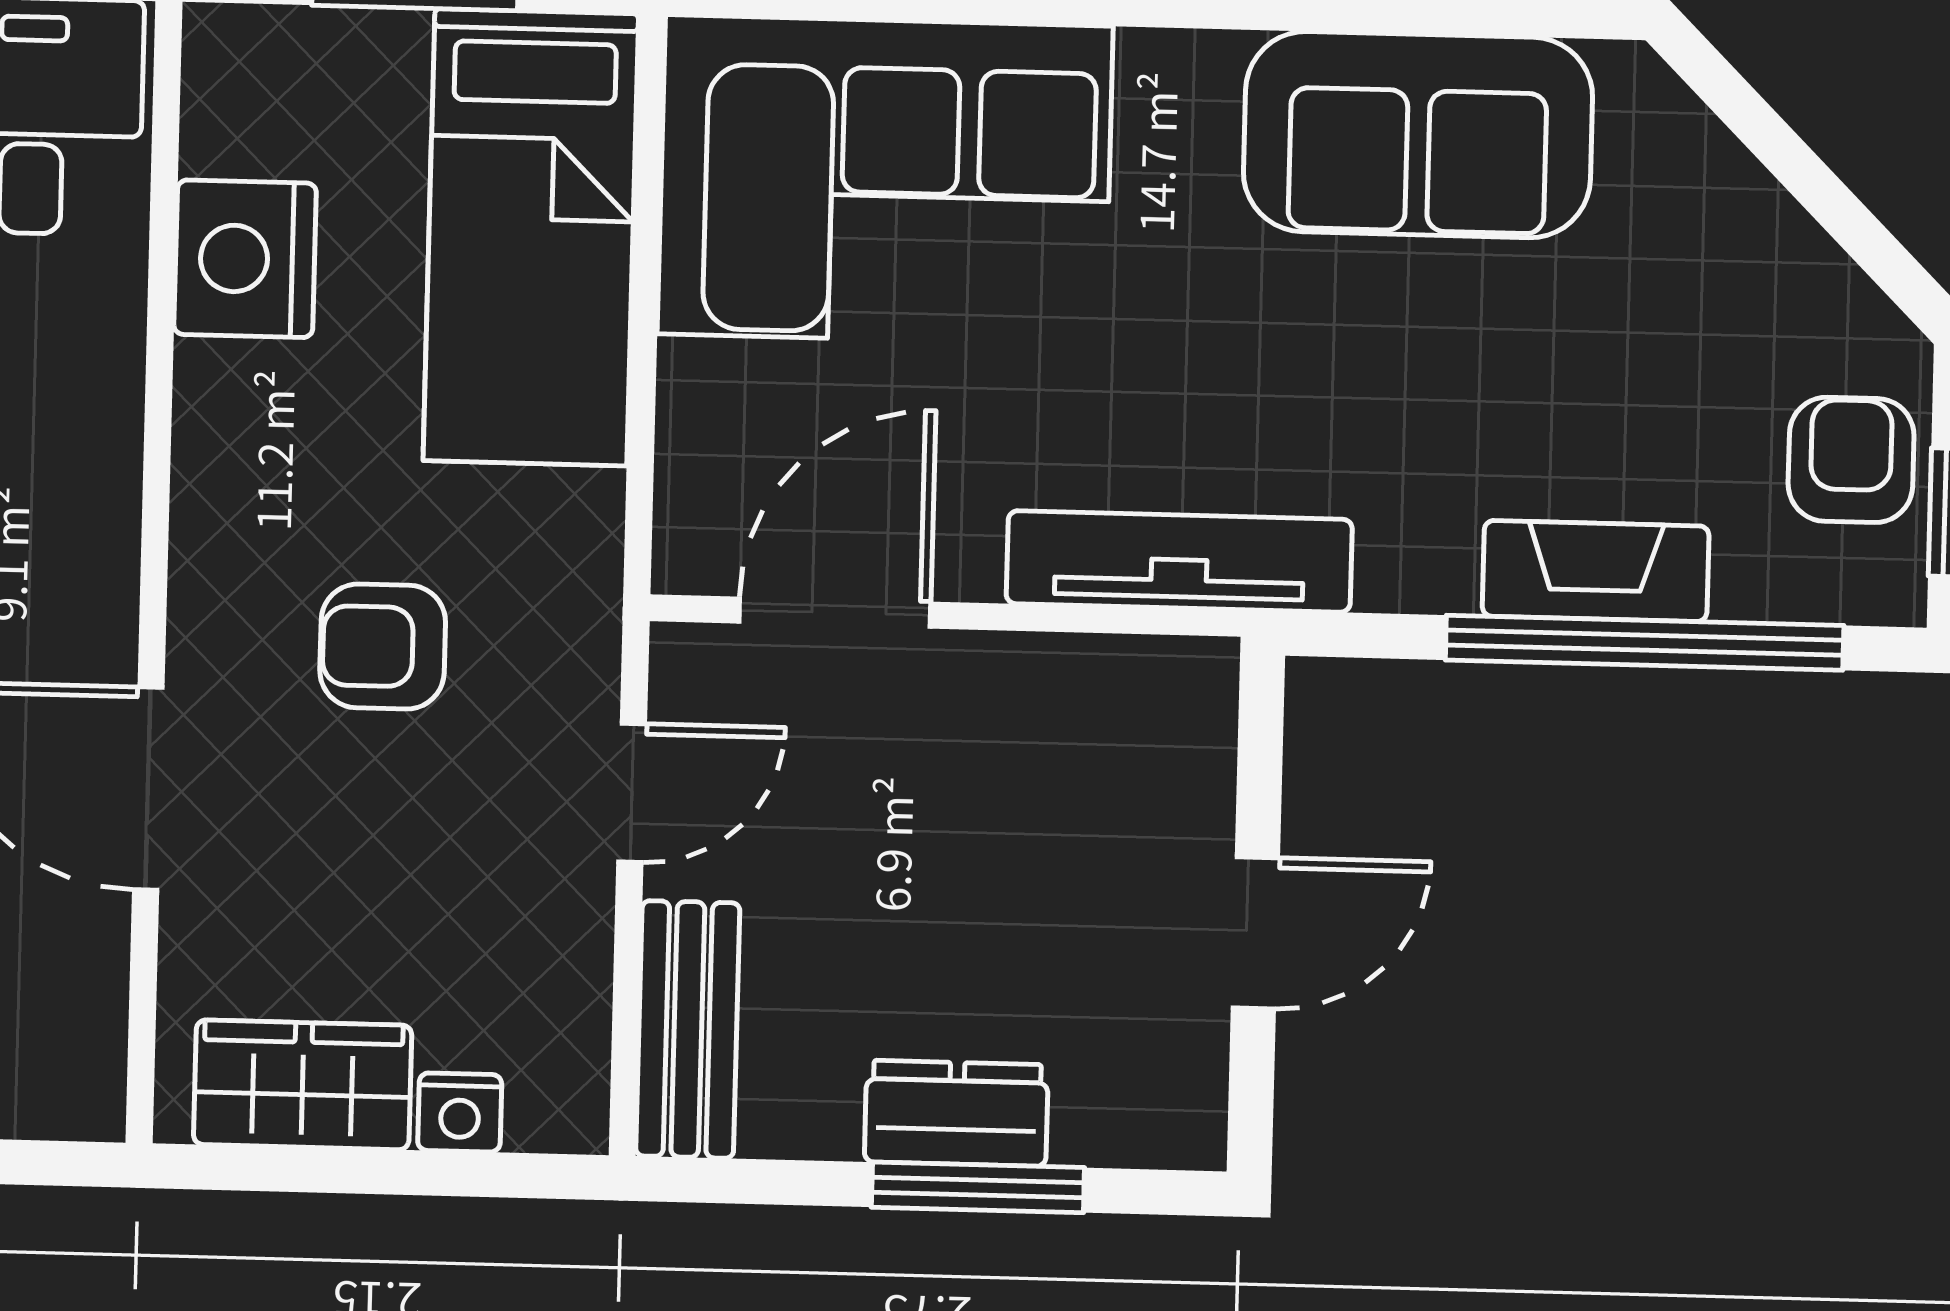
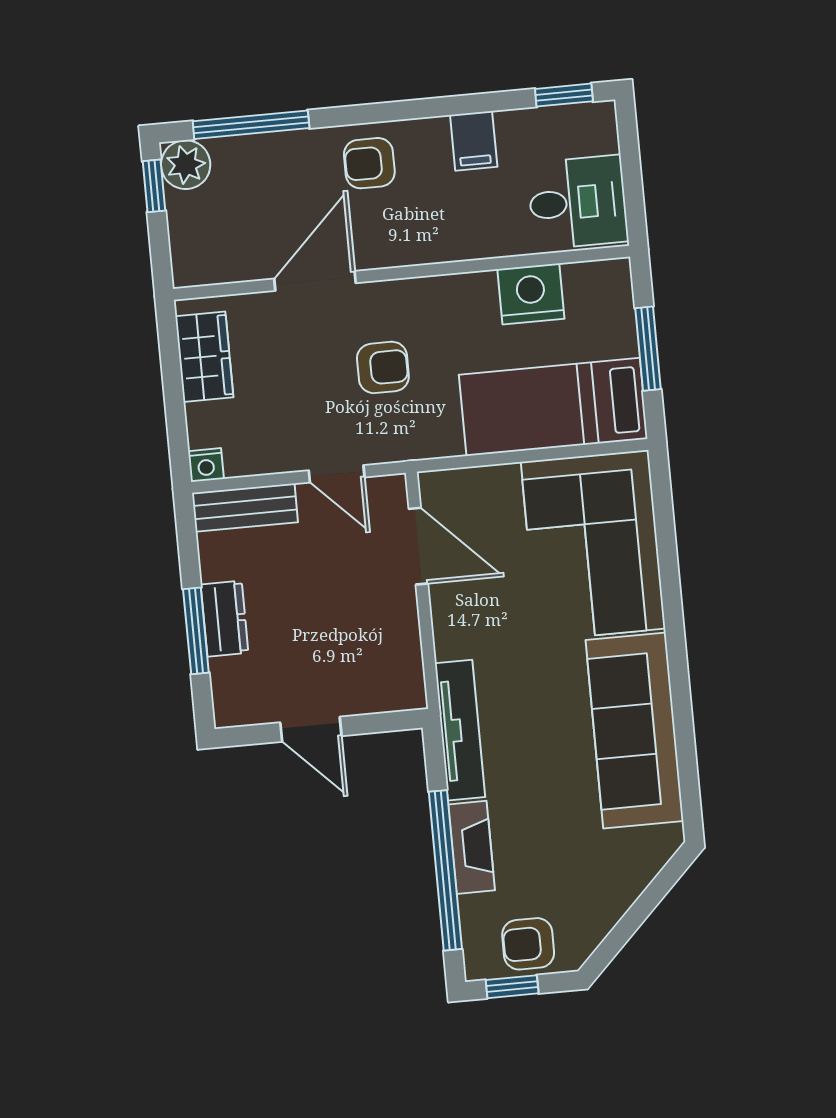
sofa: (1418, 135) -> (635, 730), width x1.36
armchair: (1851, 460) -> (528, 944), turned 180
tv unit: (1179, 561) -> (460, 730), moved
armchair: (383, 646) -> (383, 367), turned 90
nightstand: (460, 1112) -> (206, 465), moved, turned -90

